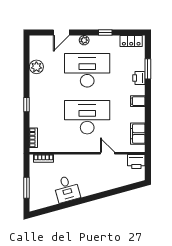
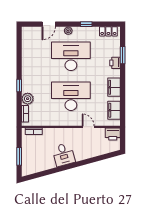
plant: (36, 67) -> (28, 99), moved
filing cabinet: (138, 101) -> (114, 87), width x2.00
desk: (67, 189) -> (64, 155), moved

